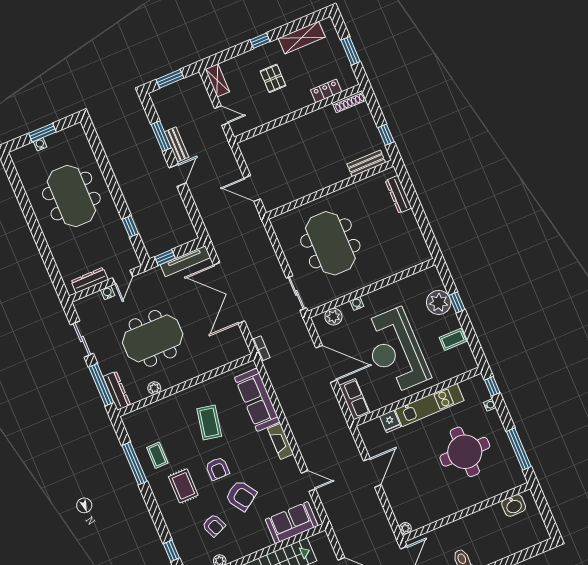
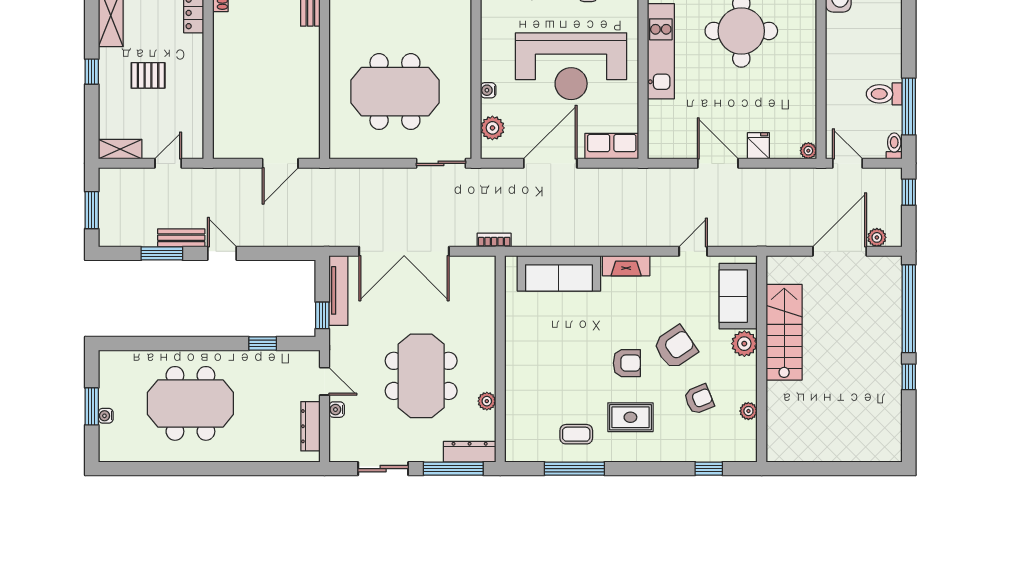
fridge: (390, 421) -> (758, 146), moved, turned -90
coffee table: (209, 422) -> (562, 348), removed
plant: (262, 540) -> (744, 344), added

